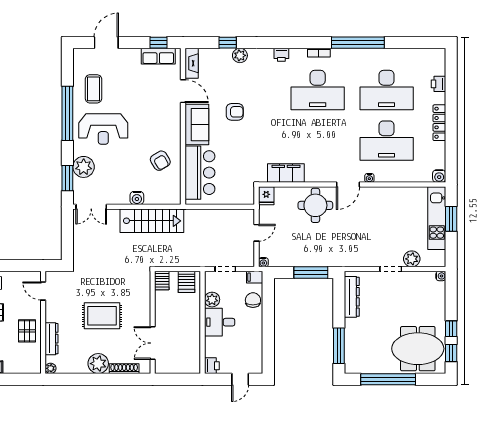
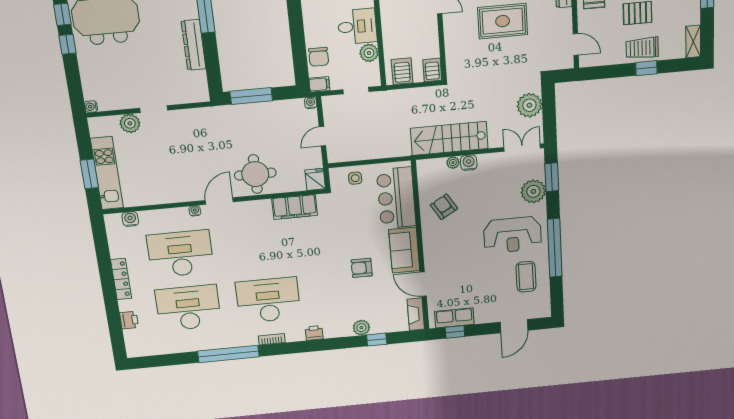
reception desk: (103, 129) -> (512, 235), turned 180
water cooler: (439, 176) -> (130, 219), moved
side table: (233, 194) -> (355, 178), added
plant: (150, 199) -> (453, 163), added
plant: (83, 243) -> (529, 105), added
dresser: (352, 297) -> (194, 45), moved

